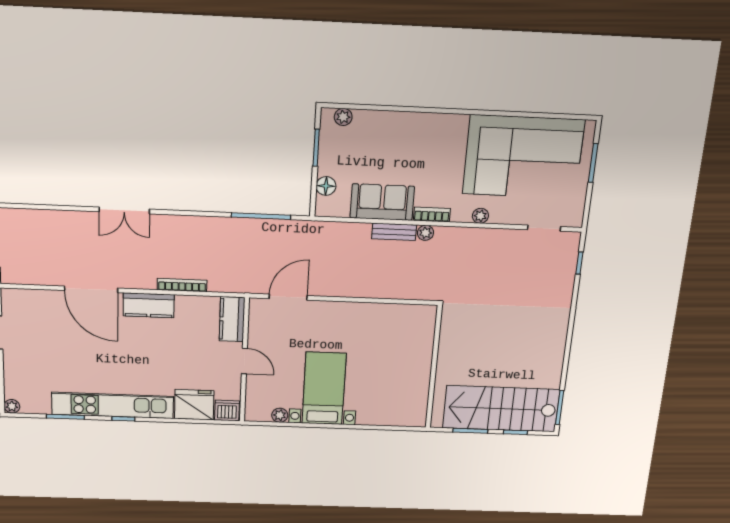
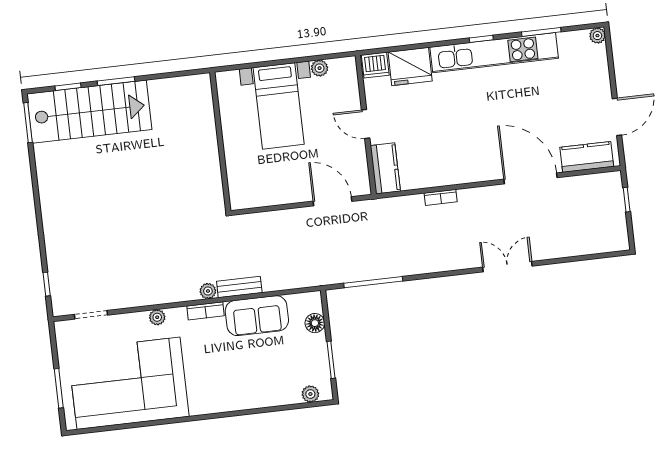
bookcase: (182, 285) -> (441, 197), width x0.64
door: (288, 297) -> (333, 201), swing flipped
kitchen counter: (149, 305) -> (587, 157), moved
wall: (434, 367) -> (220, 142), moved

